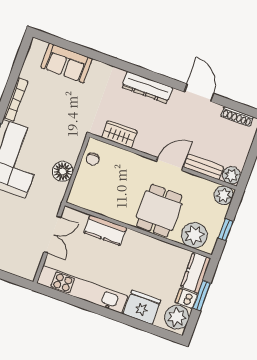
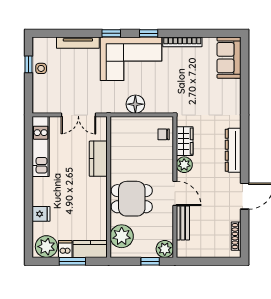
sofa: (66, 63) -> (229, 58), moved
chair: (93, 159) -> (164, 134), moved
plant: (231, 175) -> (184, 165), moved
window: (226, 230) -> (150, 261), moved
kitchen unit: (82, 290) -> (41, 147), width x0.73
fridge: (142, 307) -> (41, 214), width x0.53, depth x0.75

